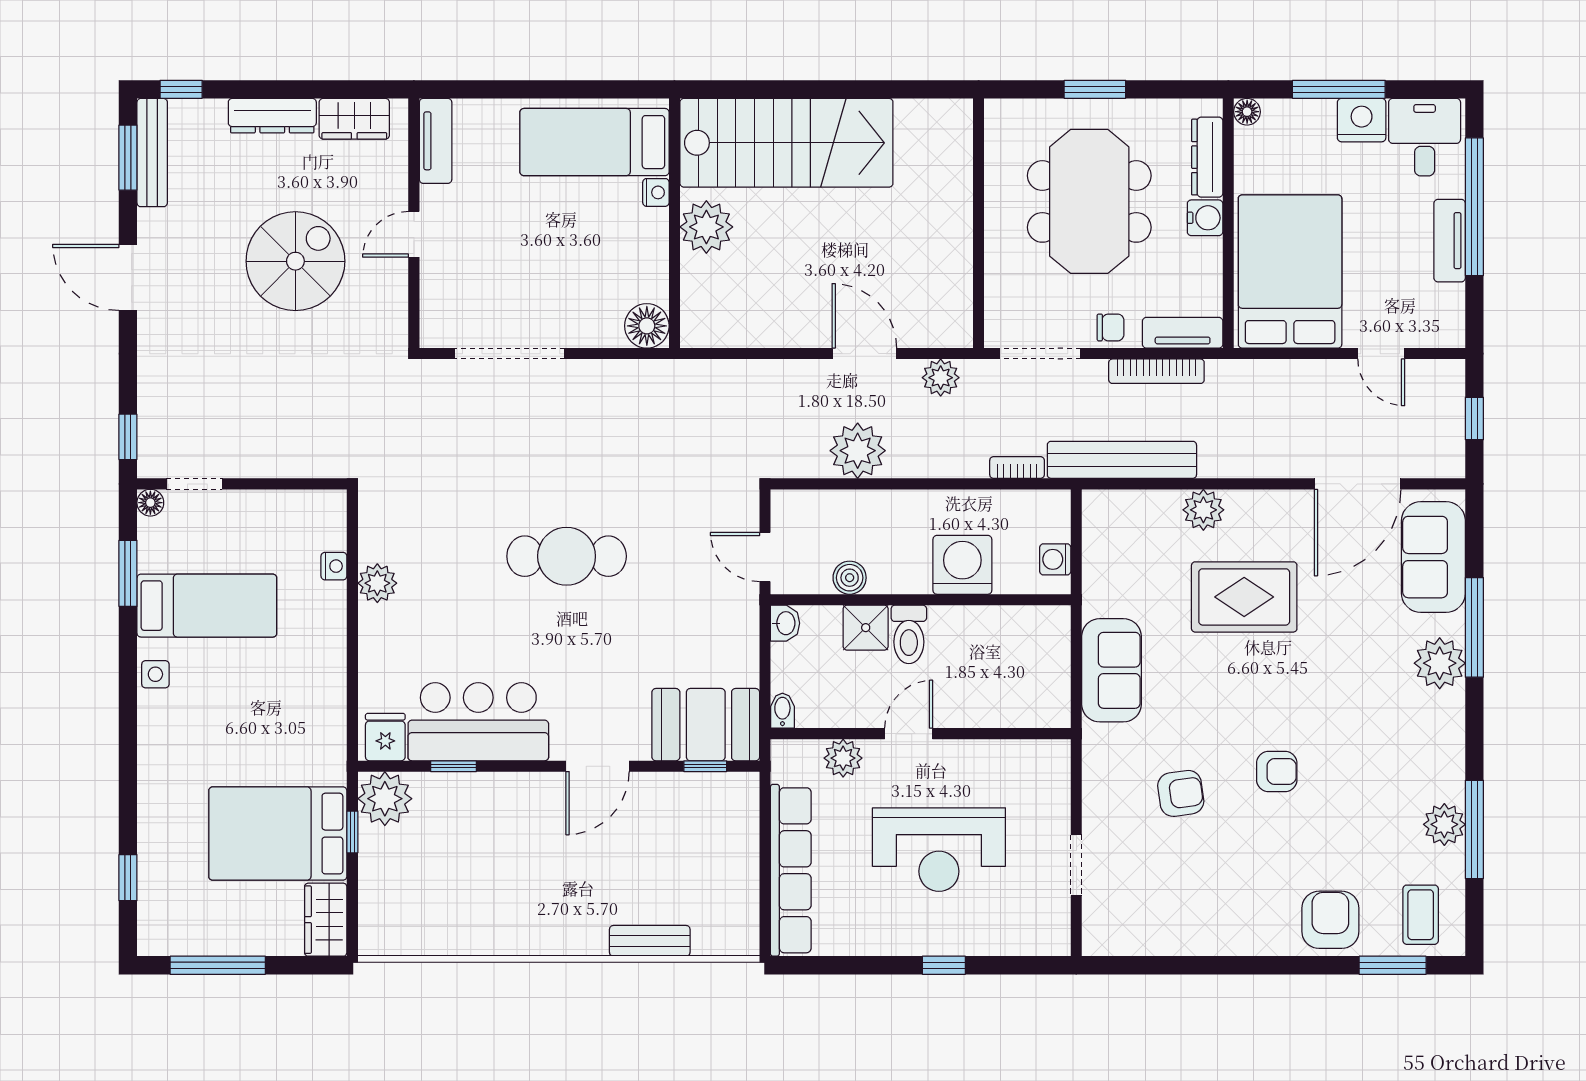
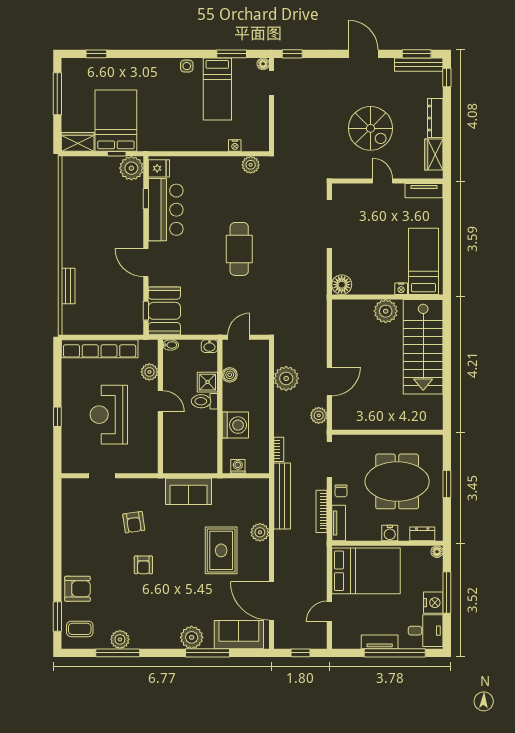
dresser: (1207, 157) -> (422, 534), width x0.70
door: (128, 277) -> (363, 54), hinge flipped
plant: (377, 583) -> (251, 165), moved

